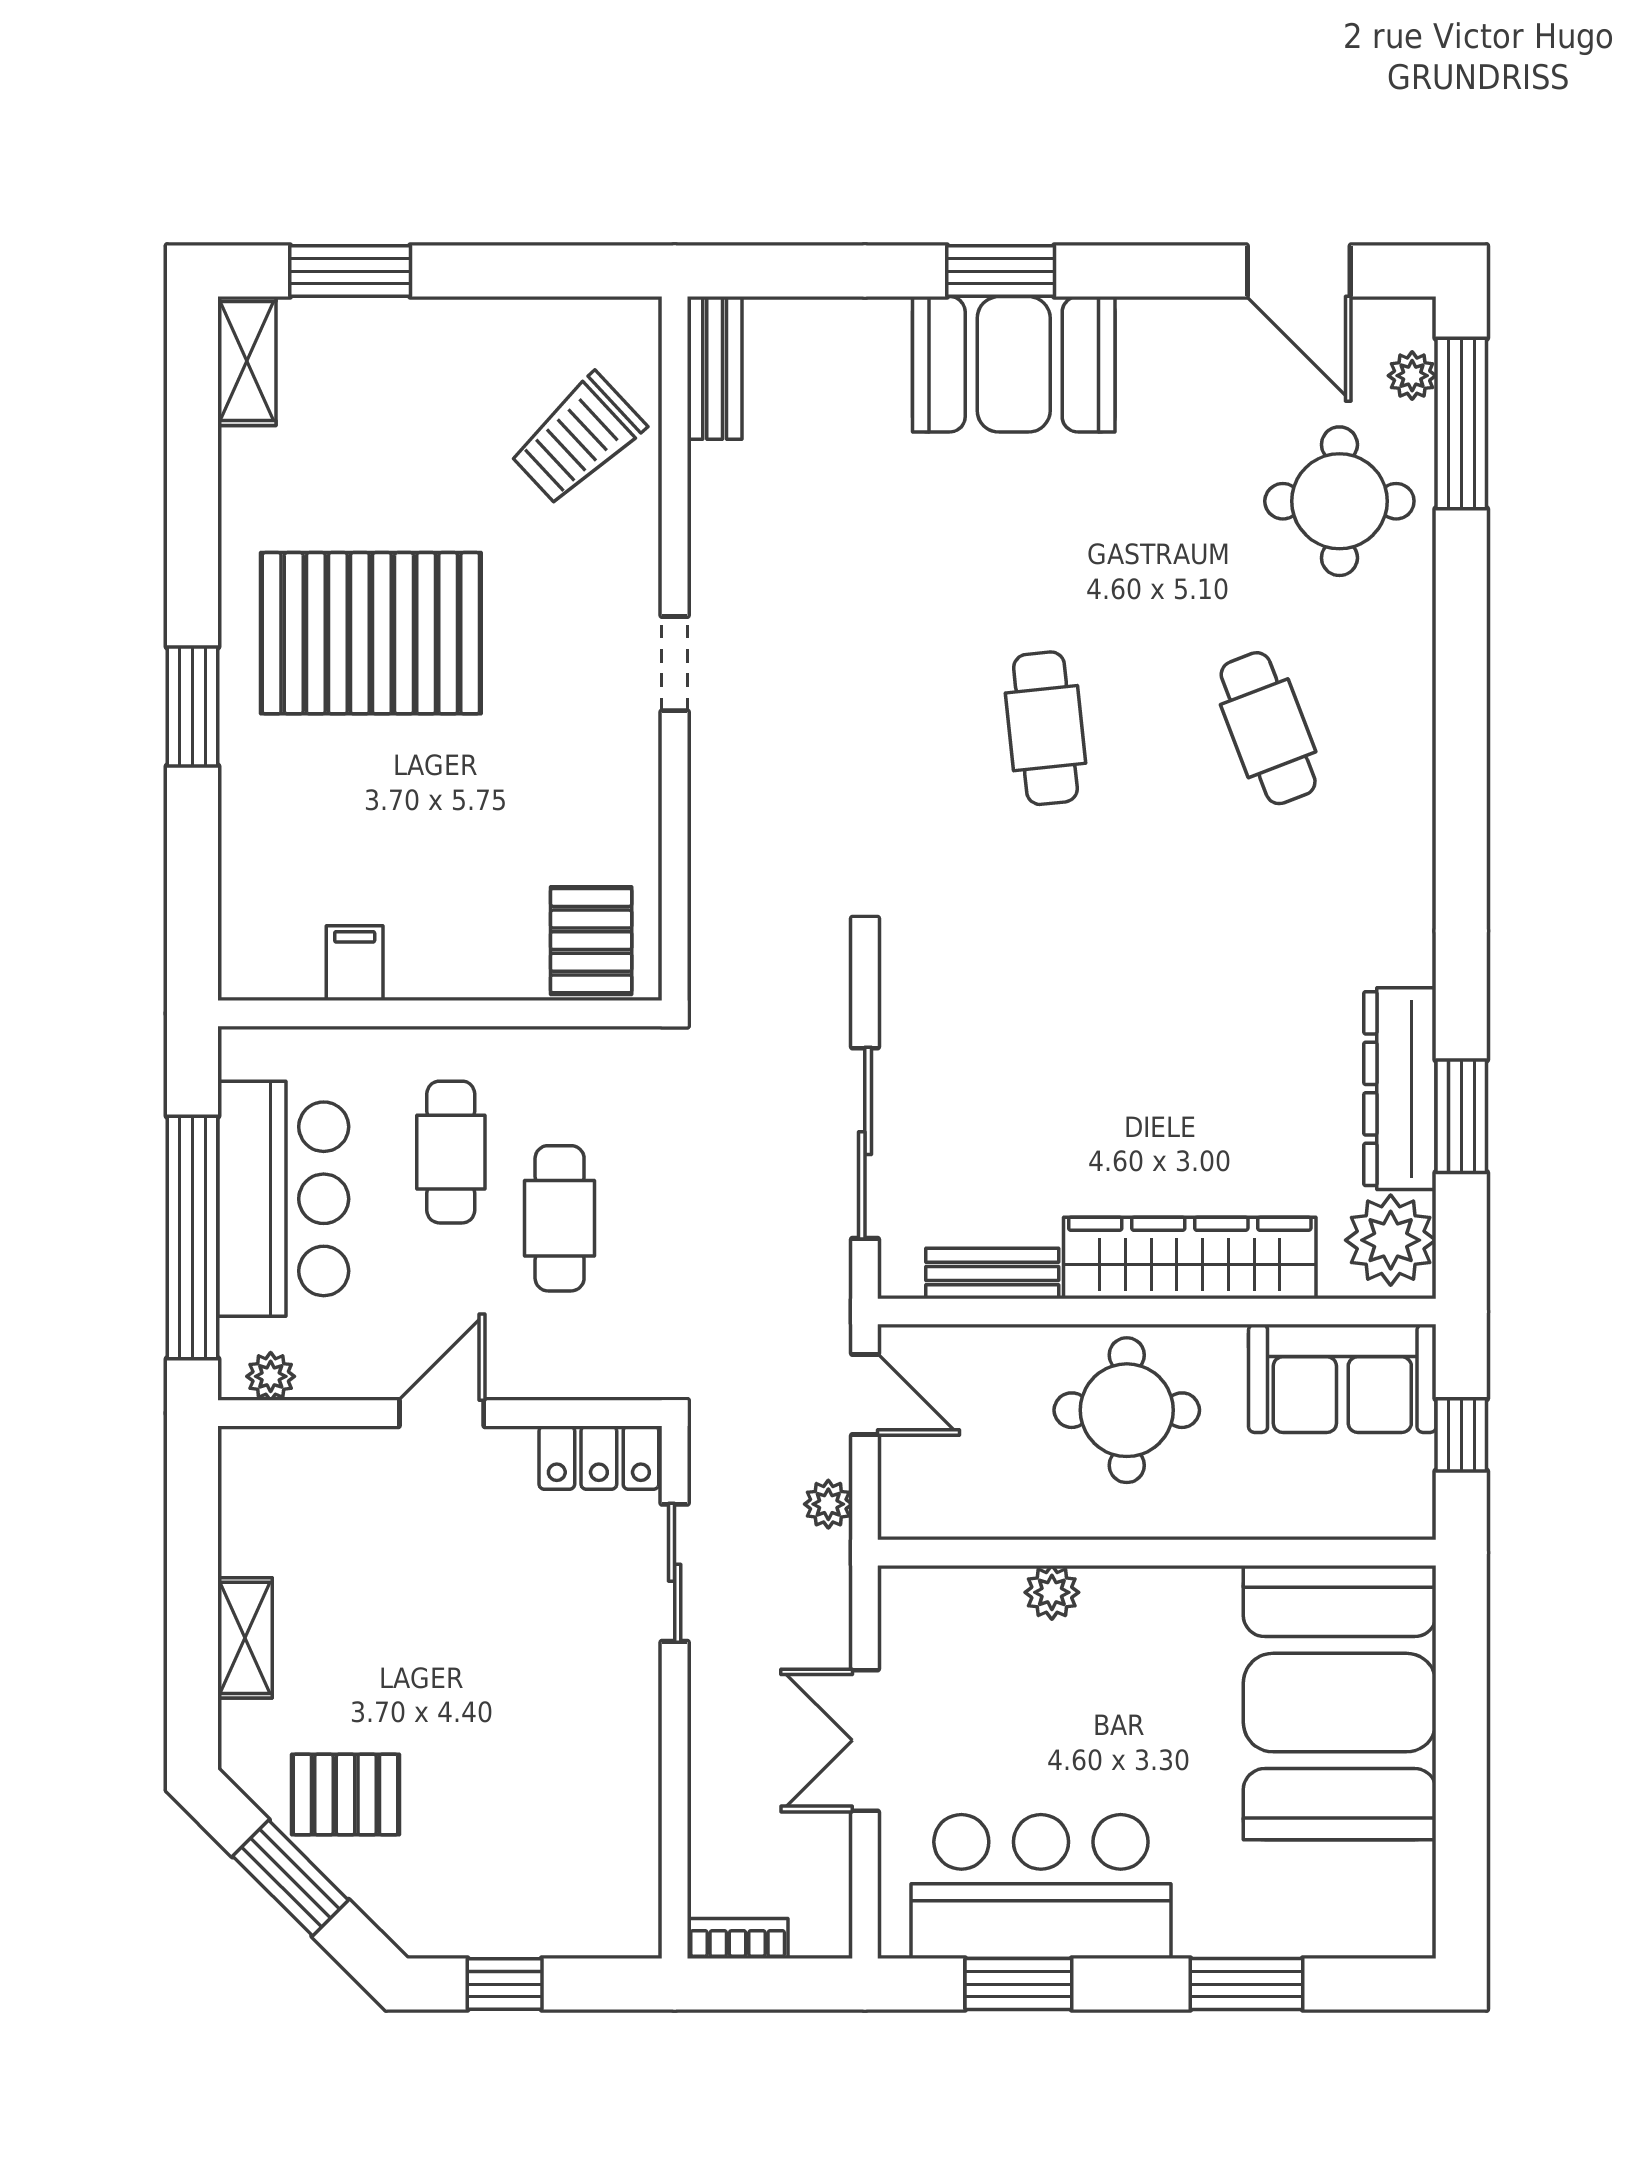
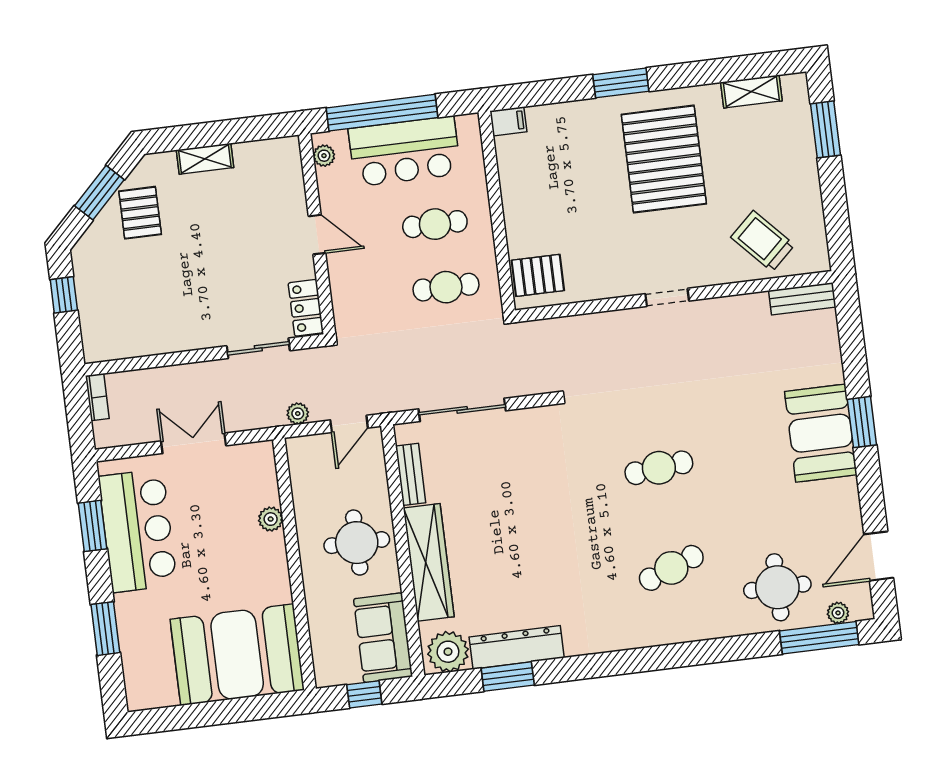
shelving: (247, 361) -> (751, 92), moved
filing cabinet: (355, 963) -> (508, 121), moved
cafe table: (560, 1218) -> (446, 287), moved

